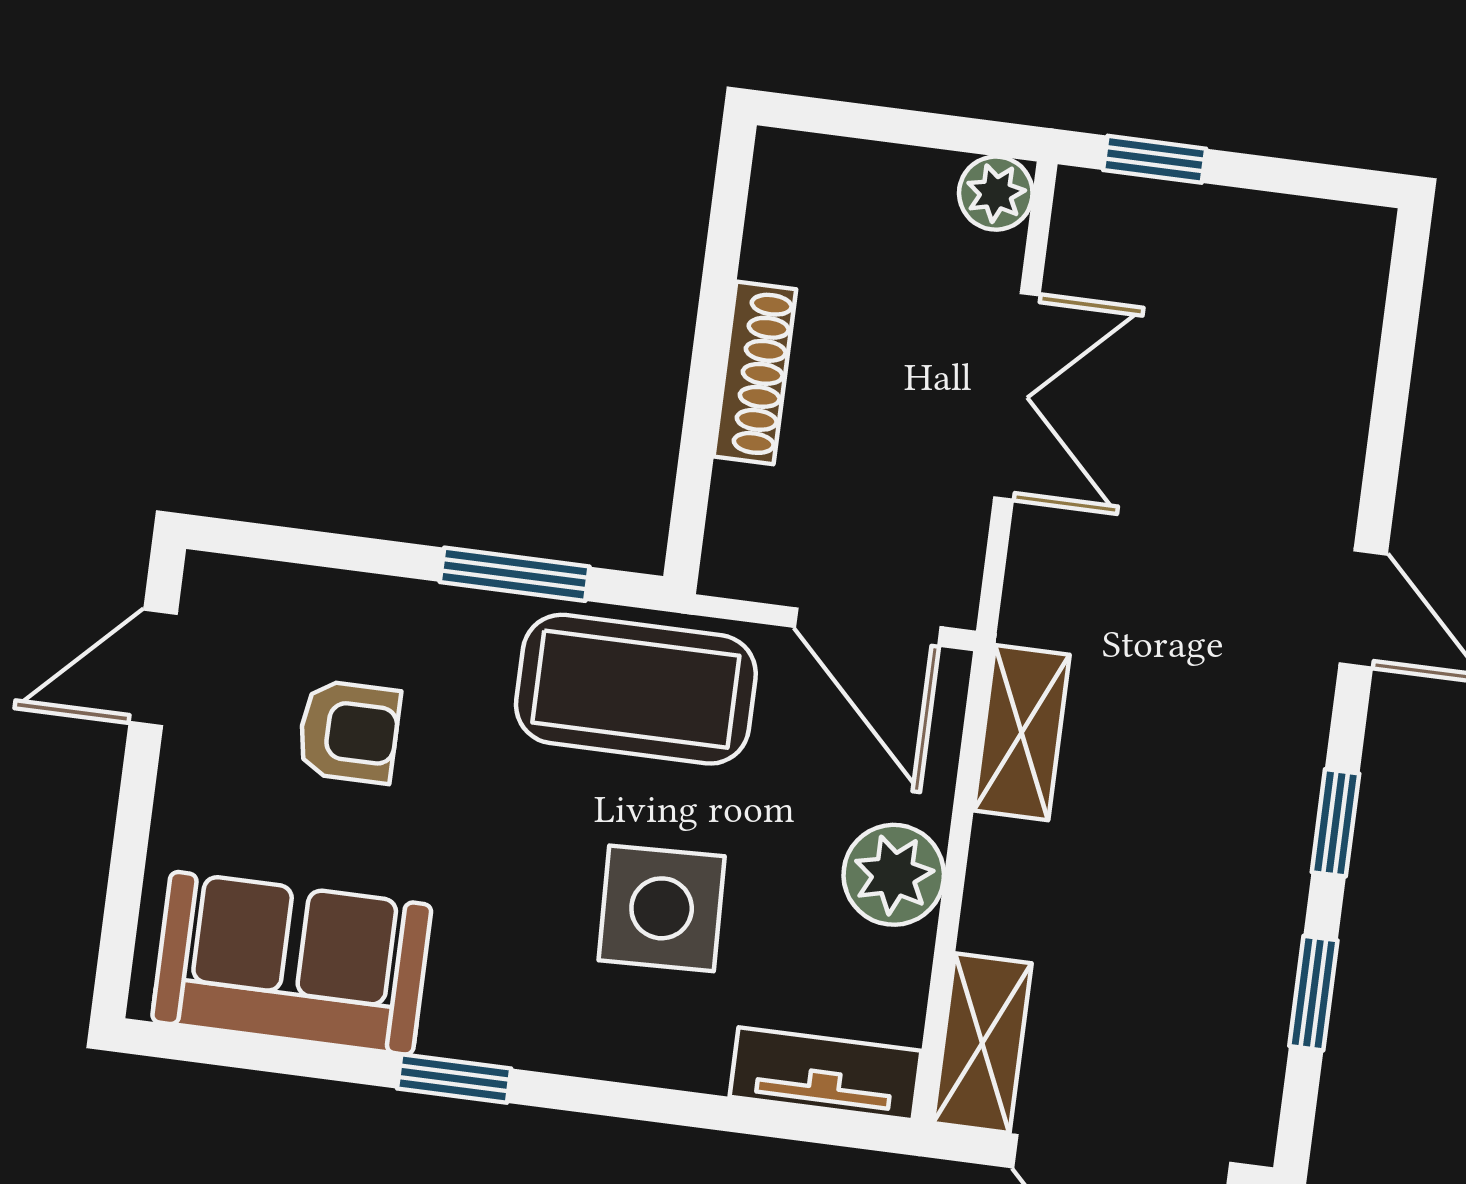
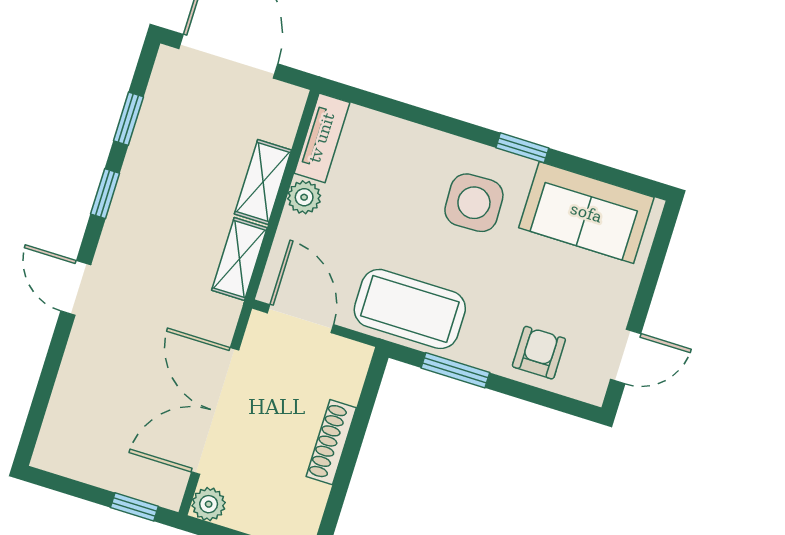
double door: (1017, 396) -> (215, 411), width x1.37
armchair: (349, 732) -> (539, 353), moved, turned 90
plant: (894, 875) -> (304, 197), width x0.73, depth x0.73
side table: (662, 908) -> (474, 203), moved
shelving: (982, 1043) -> (263, 182), moved
tv unit: (826, 1074) -> (322, 138), moved, turned -90

